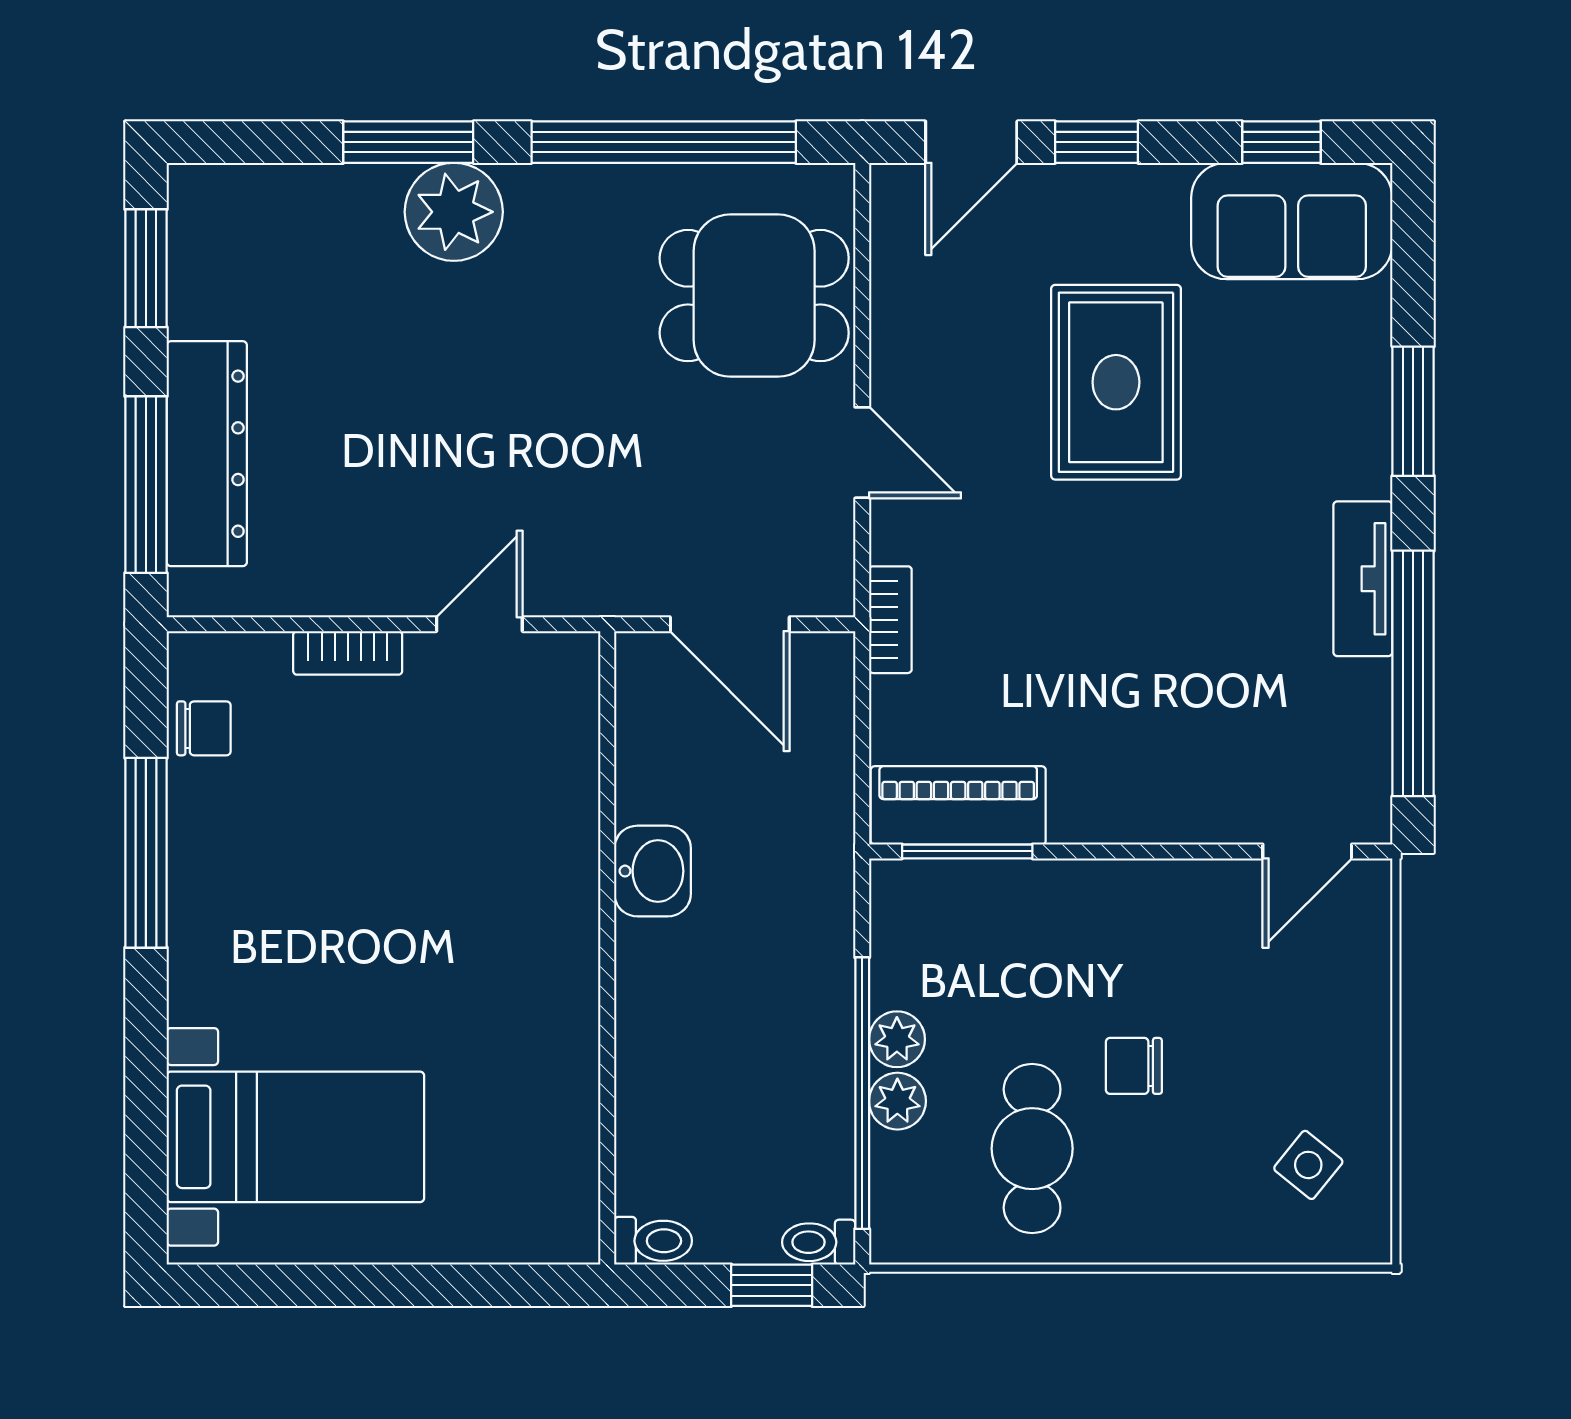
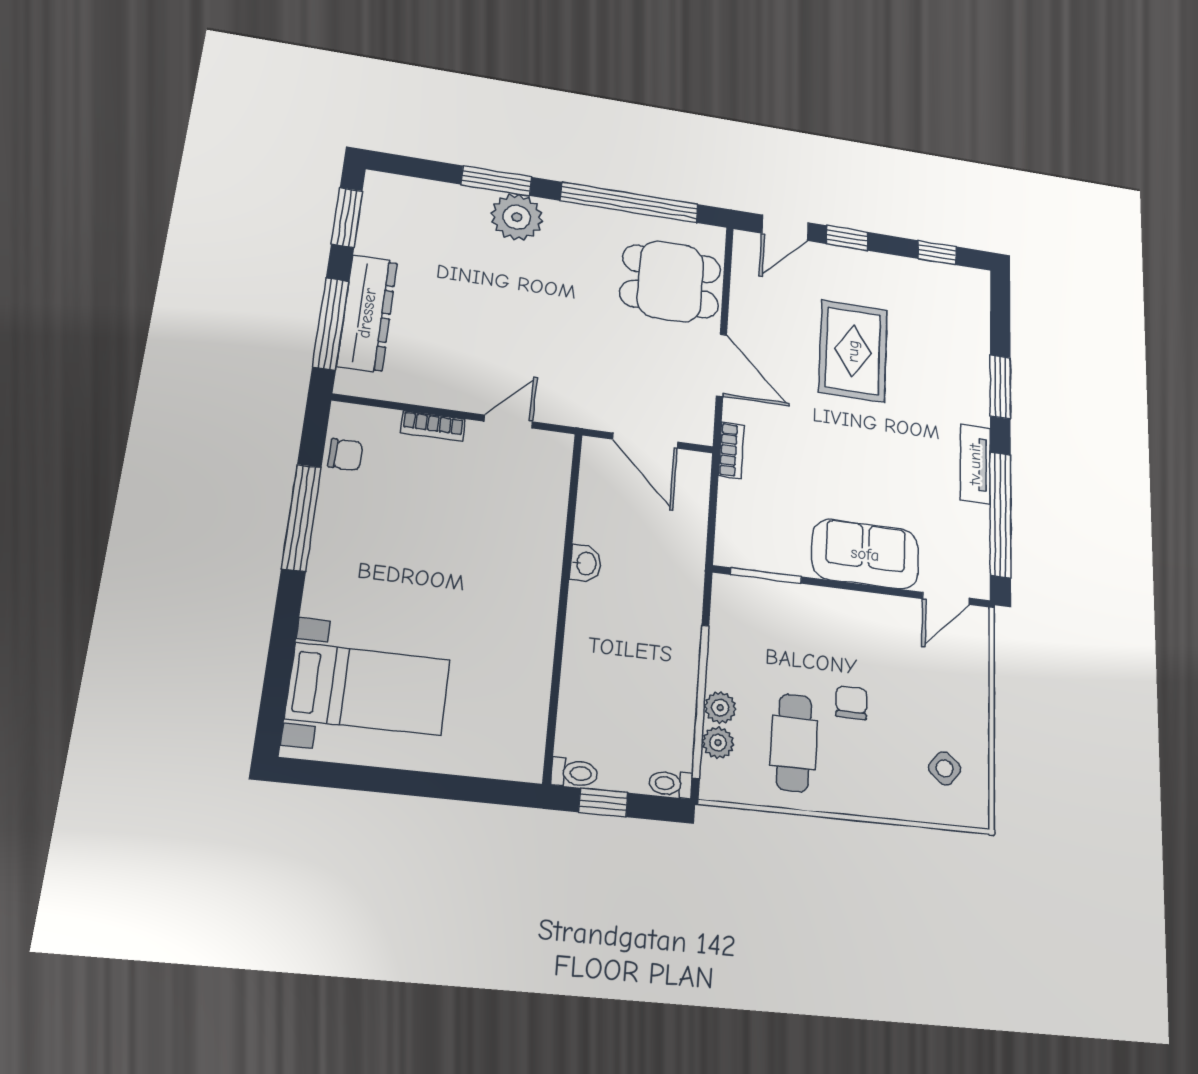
sofa: (1292, 221) -> (865, 554), moved, turned 180
door: (862, 453) -> (721, 365), width x1.37
piano: (958, 805) -> (762, 551), removed
washbasin: (653, 871) -> (586, 563), width x0.72, depth x0.69
plant: (897, 1039) -> (718, 743), moved
chair: (1134, 1066) -> (851, 703), turned 90
window: (772, 1285) -> (603, 802), moved

